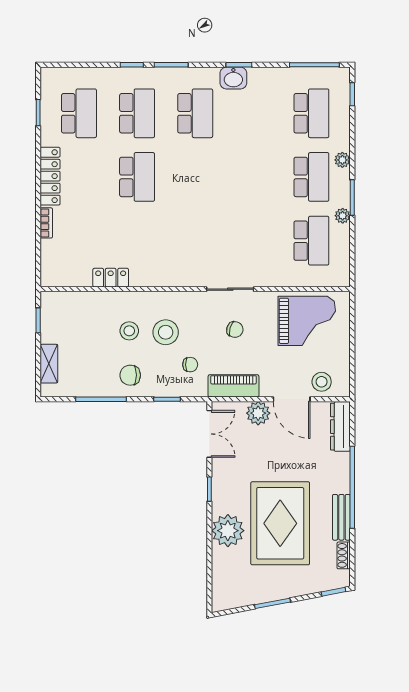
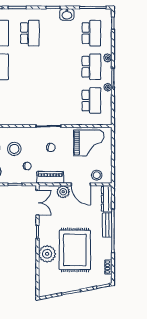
washbasin: (233, 78) -> (67, 14), moved
bench: (341, 517) -> (107, 225), moved

